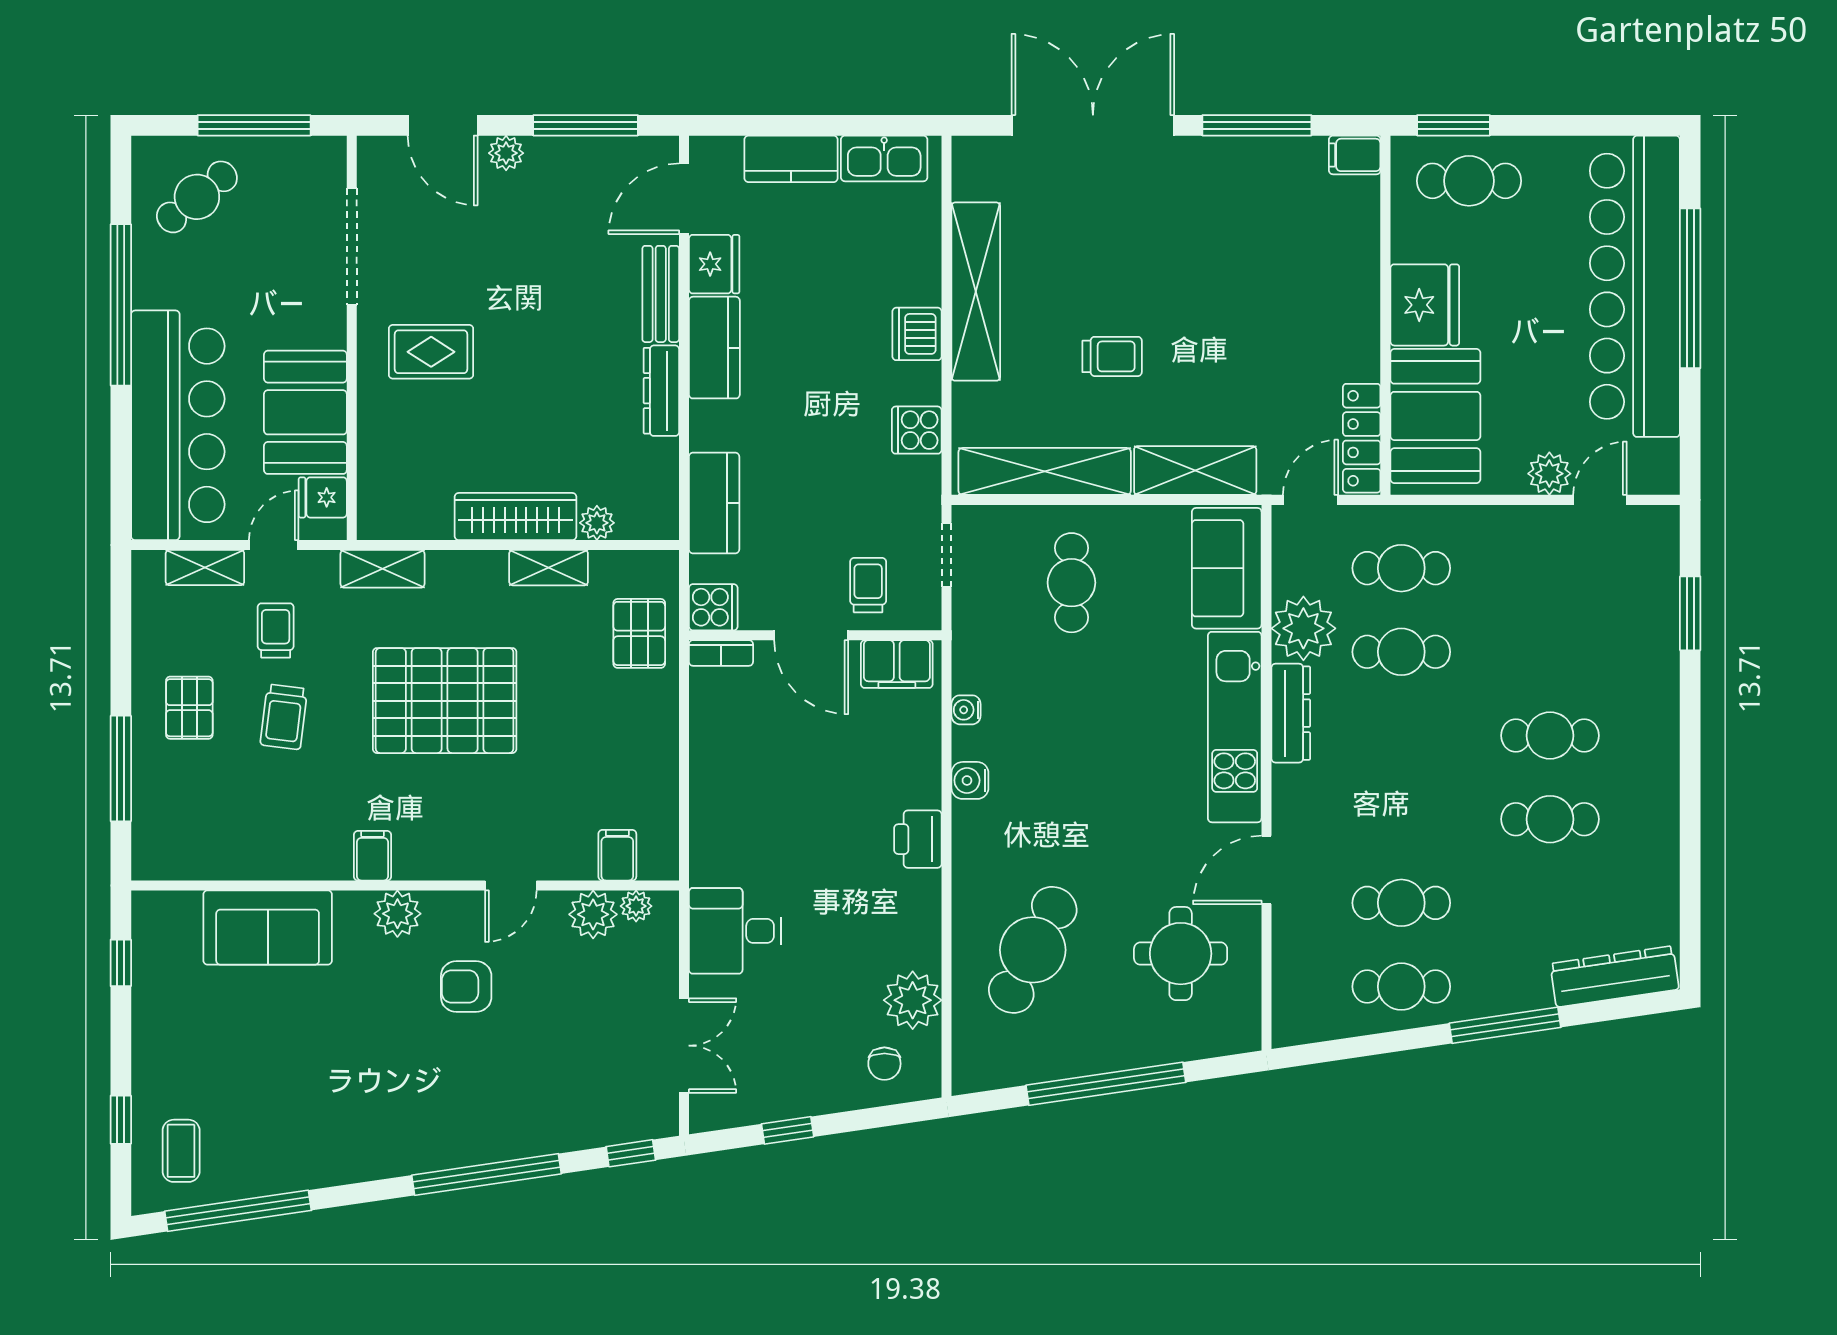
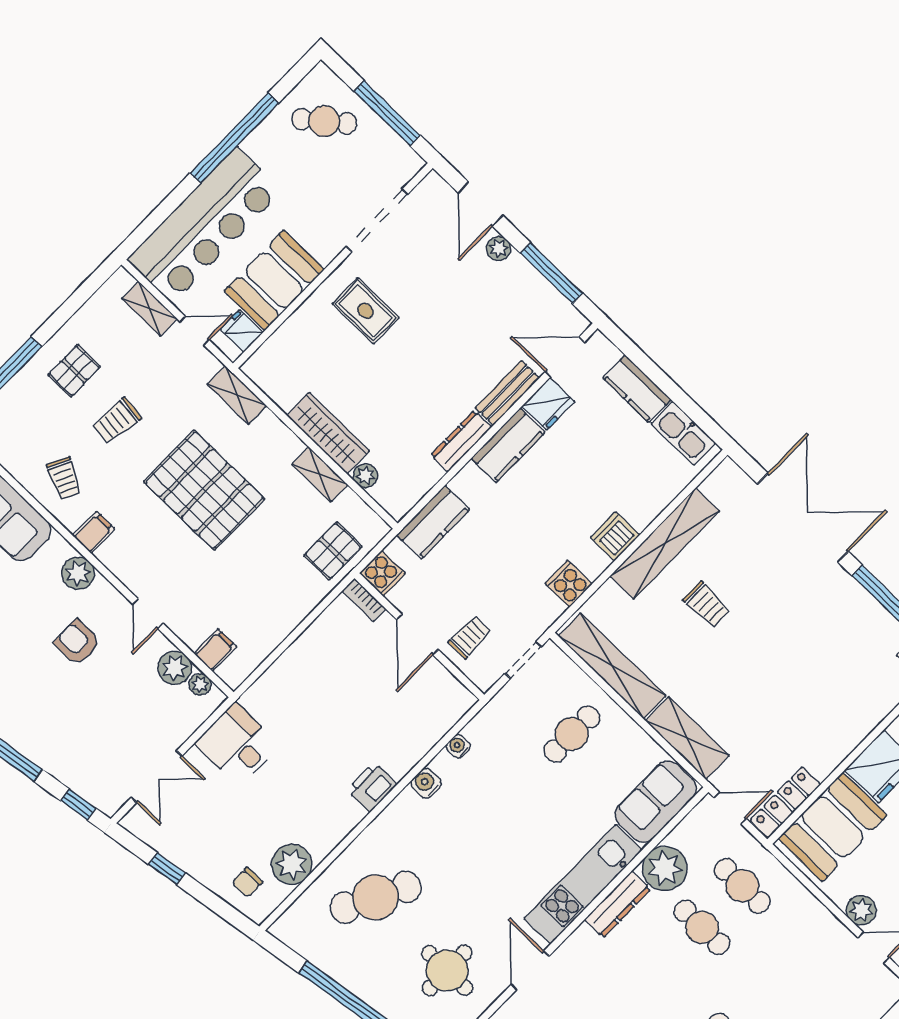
trolley: (1112, 356) -> (707, 605), moved
trolley: (276, 630) -> (64, 478), moved, turned 116
filing cabinet: (897, 664) -> (446, 690), removed
door: (1266, 870) -> (530, 970), hinge flipped
door: (511, 885) -> (148, 614), hinge flipped

